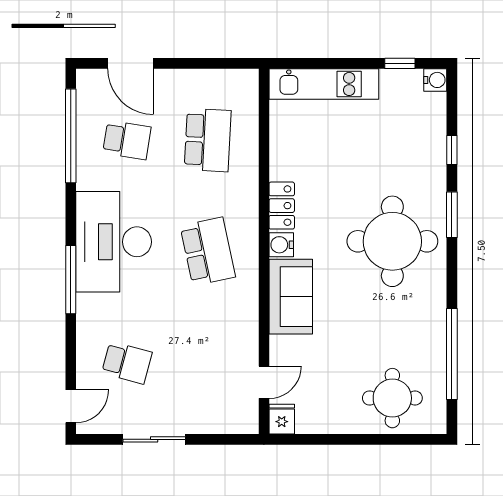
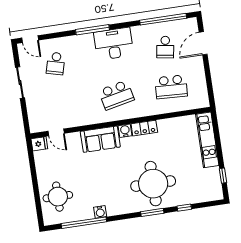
water cooler: (435, 80) -> (100, 212), moved
round table: (392, 241) -> (153, 184), moved
desk: (114, 242) -> (114, 44), width x0.73, depth x0.77

